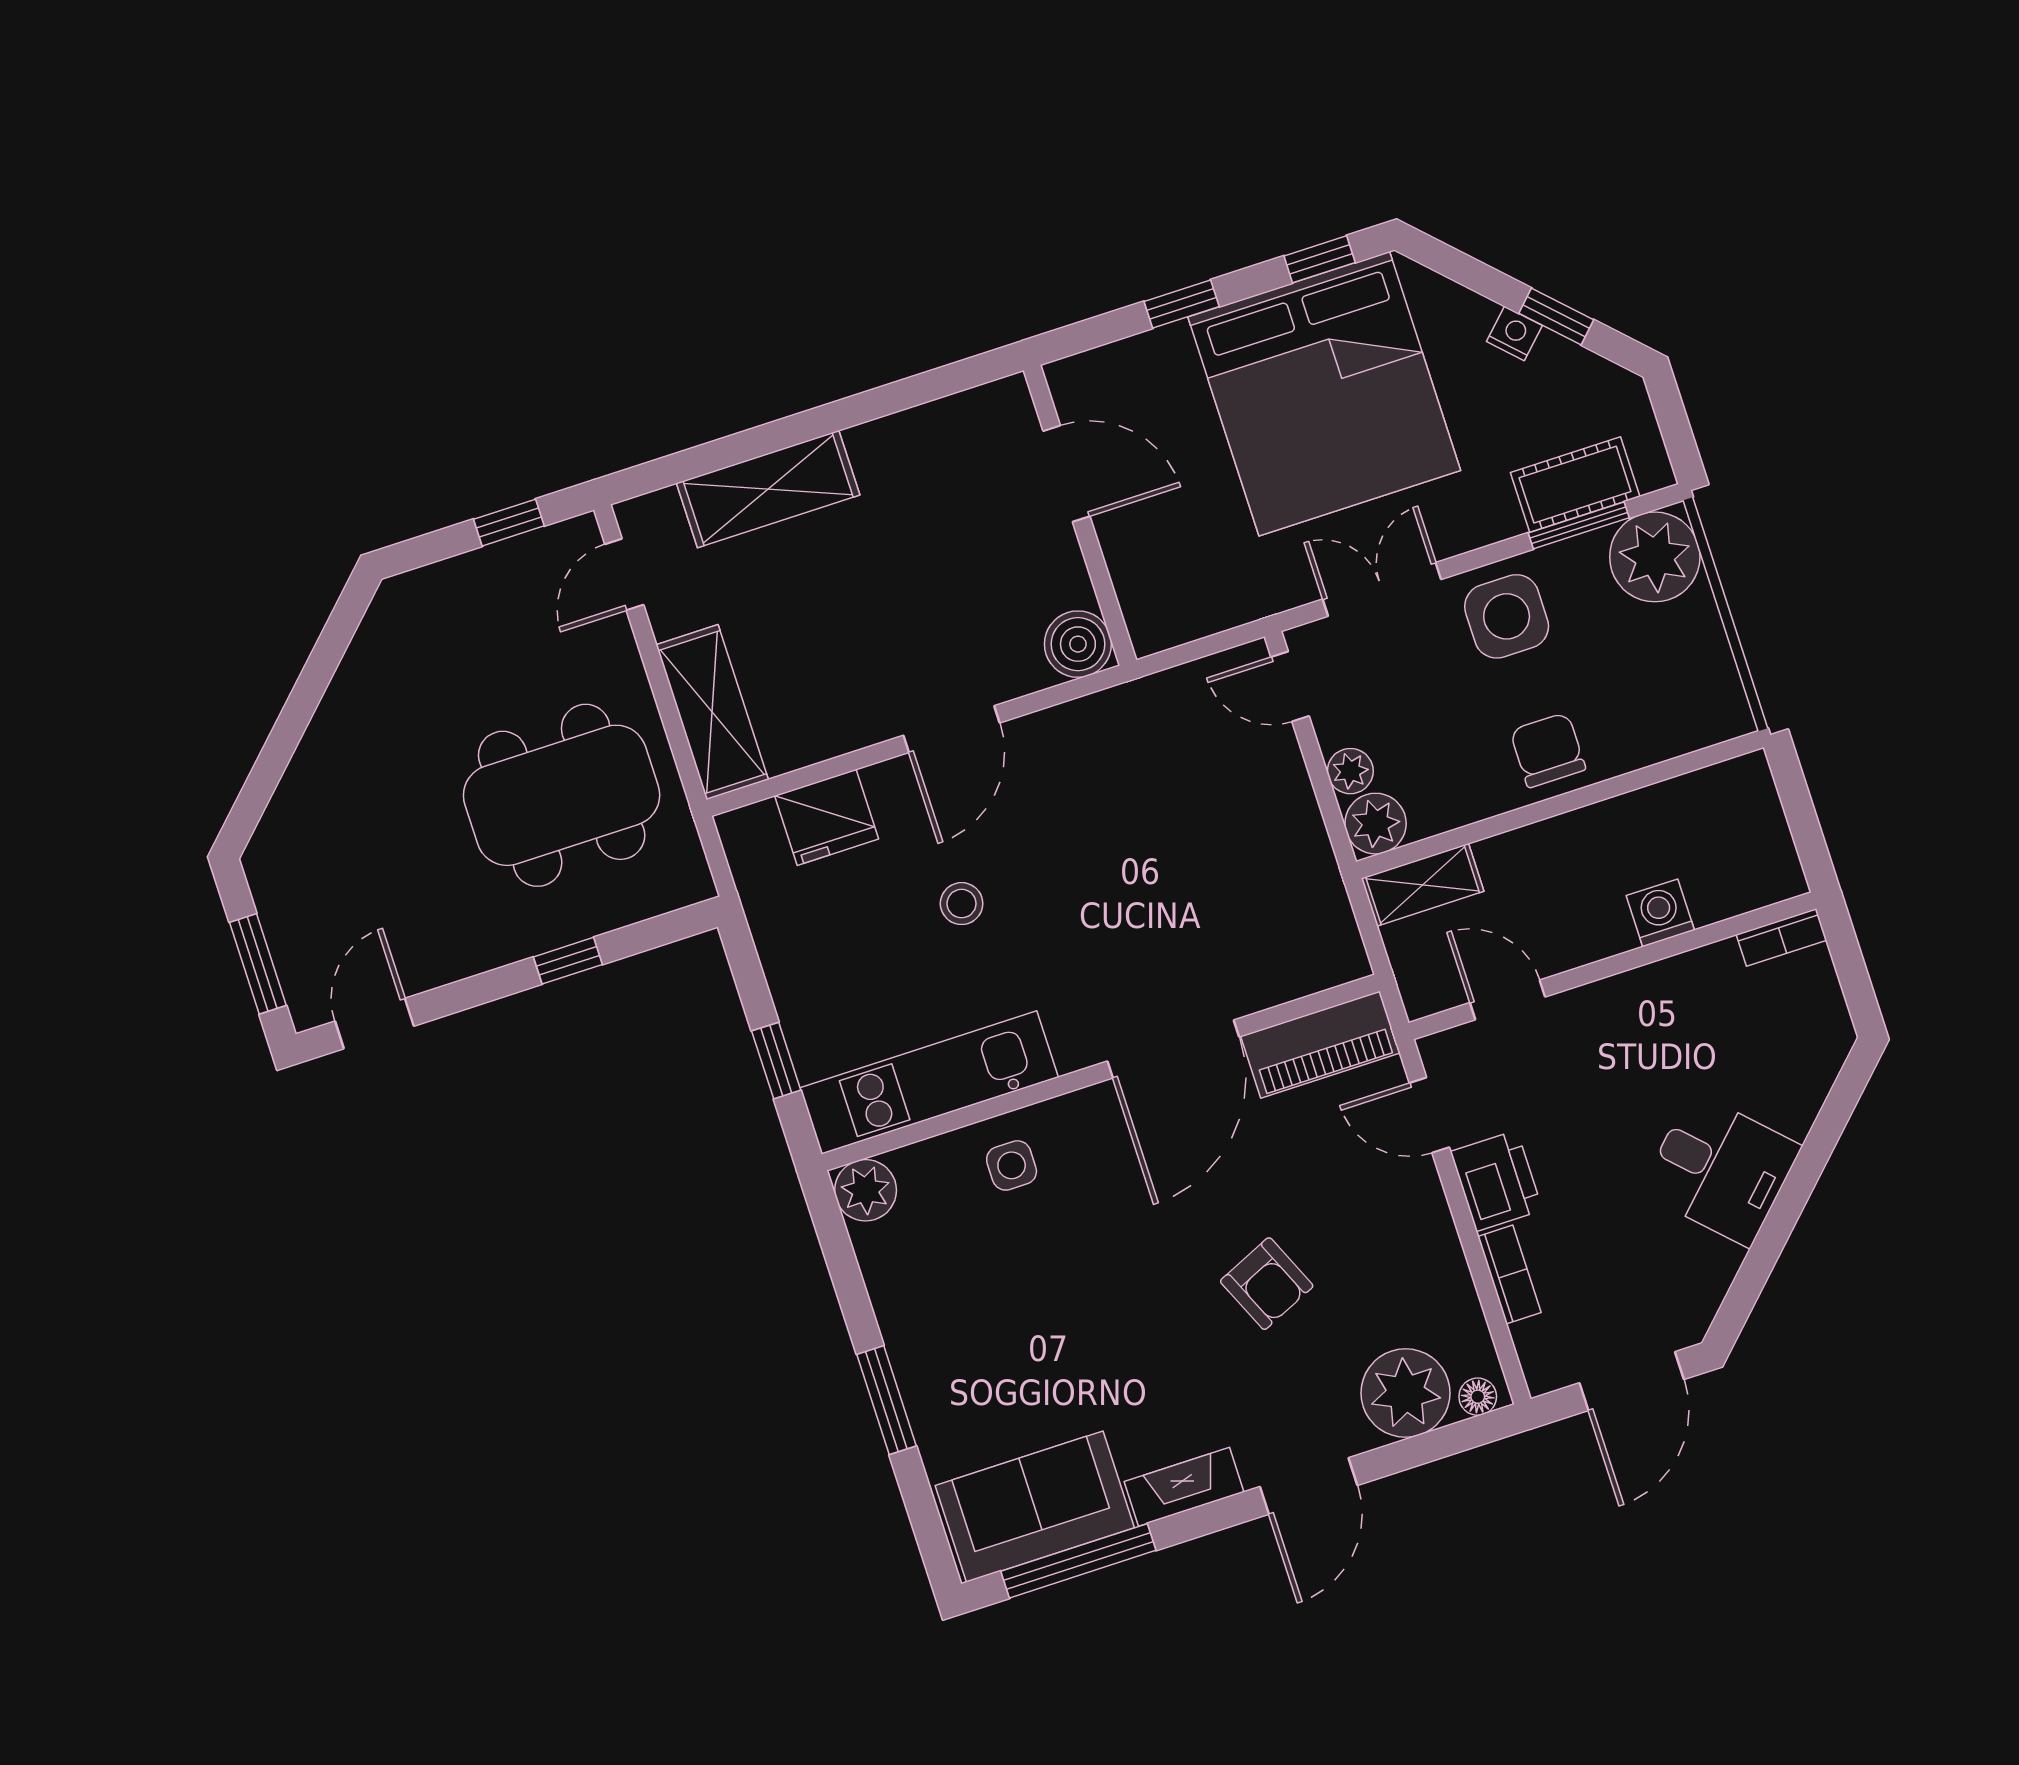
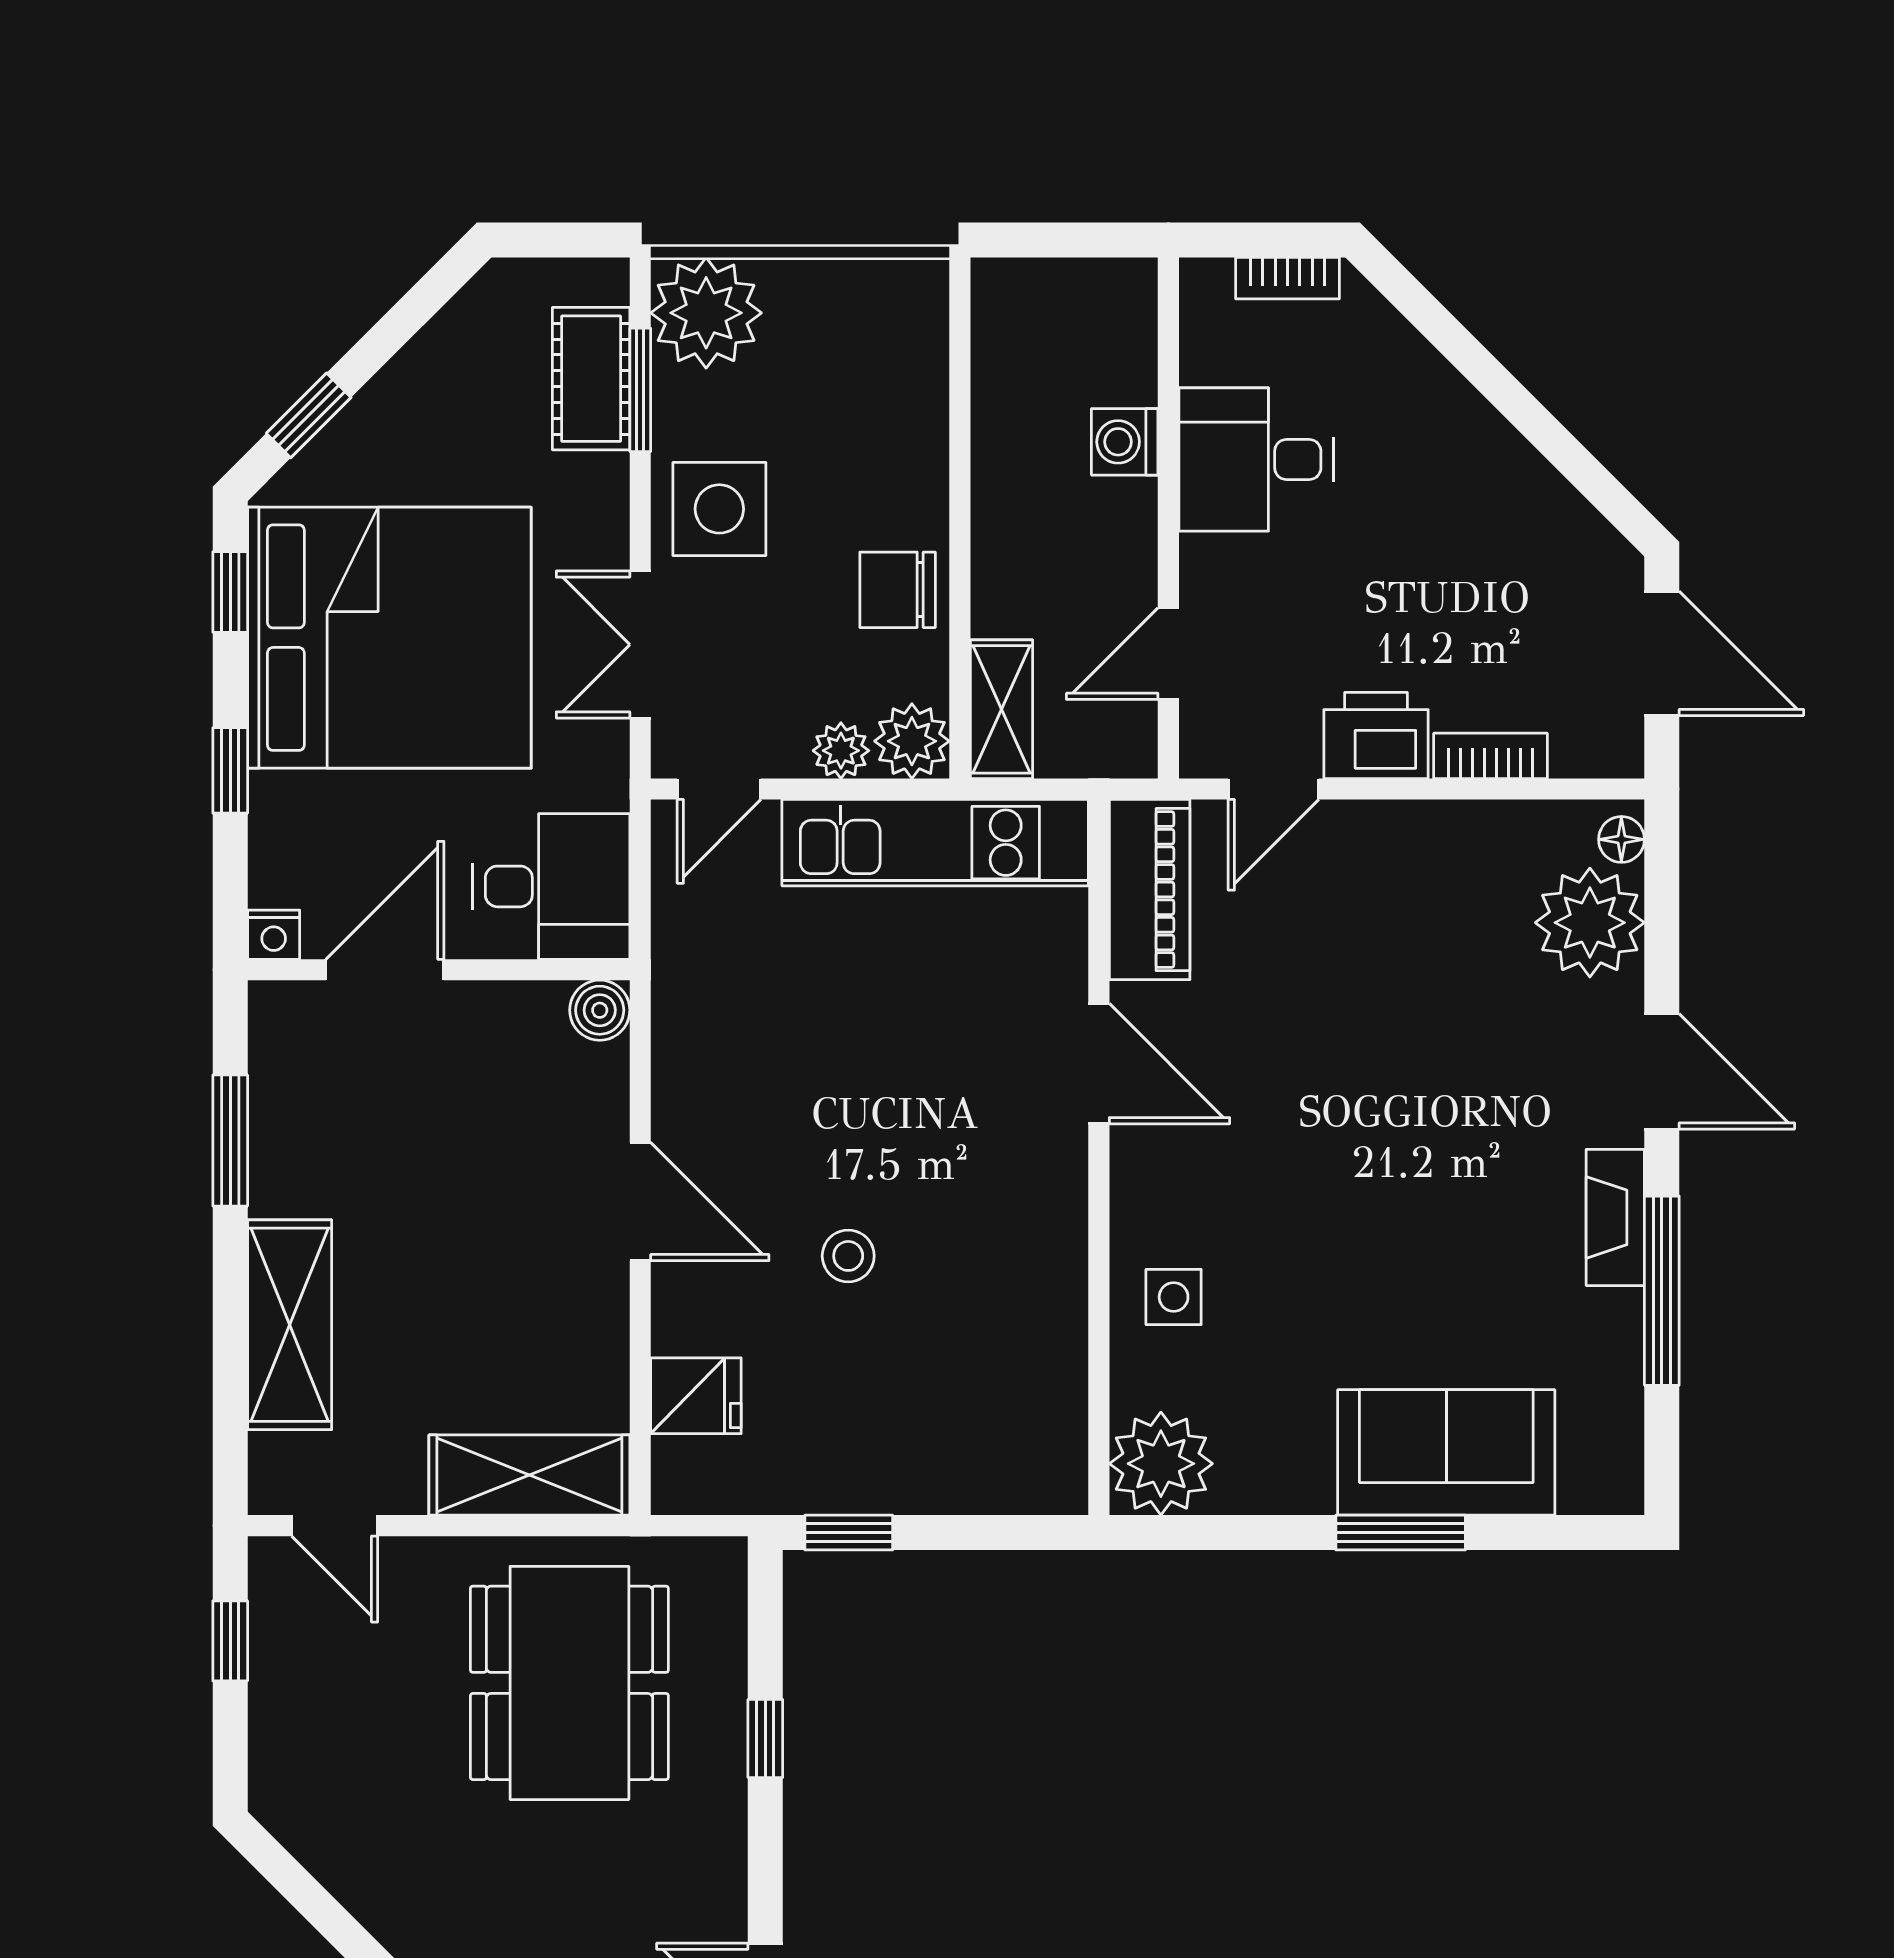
window: (1556, 317) -> (309, 415), moved
nightstand: (1514, 333) -> (274, 935), moved, turned -135
window: (896, 397) -> (230, 1141), added
desk: (1173, 581) -> (551, 886), added
boiler: (1078, 644) -> (600, 1010), width x0.73, depth x0.73
chair: (1548, 750) -> (898, 590), moved
fridge: (827, 817) -> (696, 1396), width x0.72
bookcase: (1782, 937) -> (1287, 278), moved, turned 90
door: (1173, 1049) -> (1099, 1064), width x0.73
window: (776, 1061) -> (849, 1533), moved
kitchen unit: (929, 1083) -> (935, 843), moved, turned -90
desk: (1721, 1169) -> (1256, 460), moved, turned -135
plant: (866, 1190) -> (1161, 1464), width x1.36, depth x1.36
armchair: (1267, 1284) -> (1409, 1043), removed
sofa: (1035, 1507) -> (1446, 1452), moved, turned 90
window: (1078, 1561) -> (1662, 1291), moved

